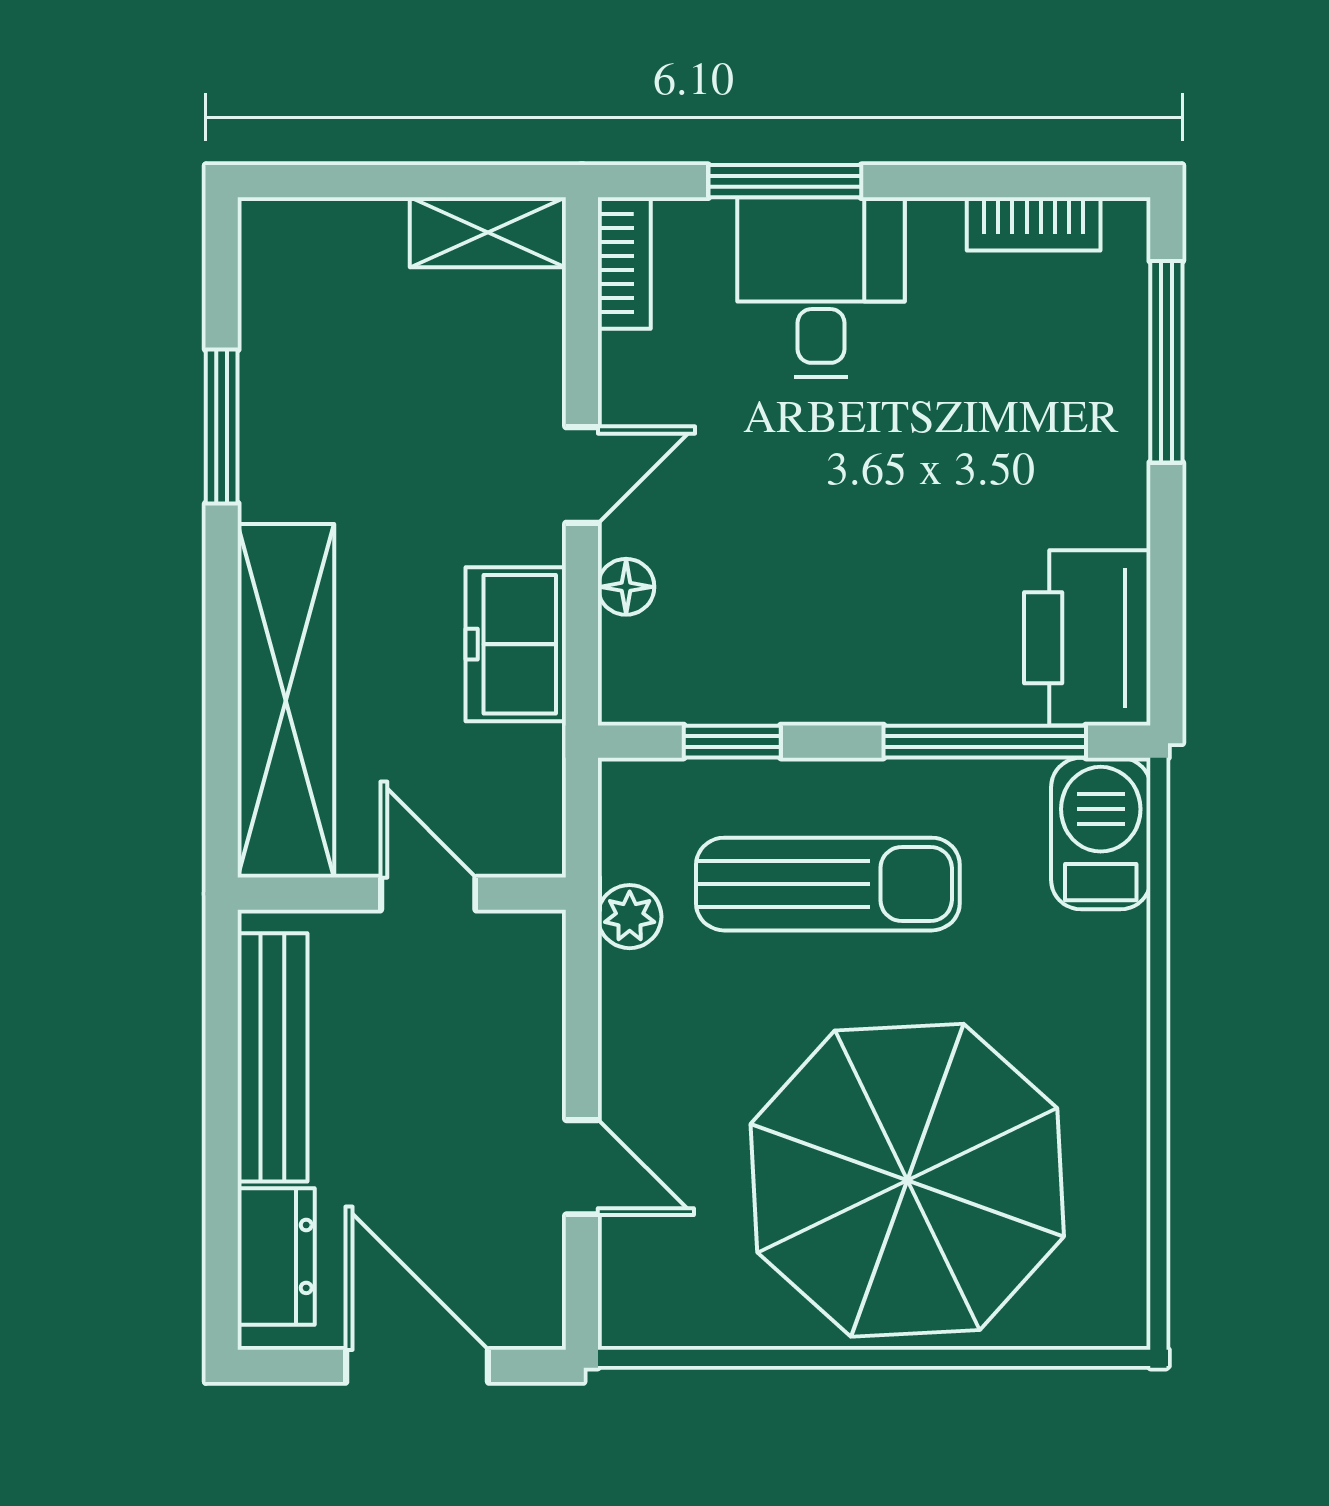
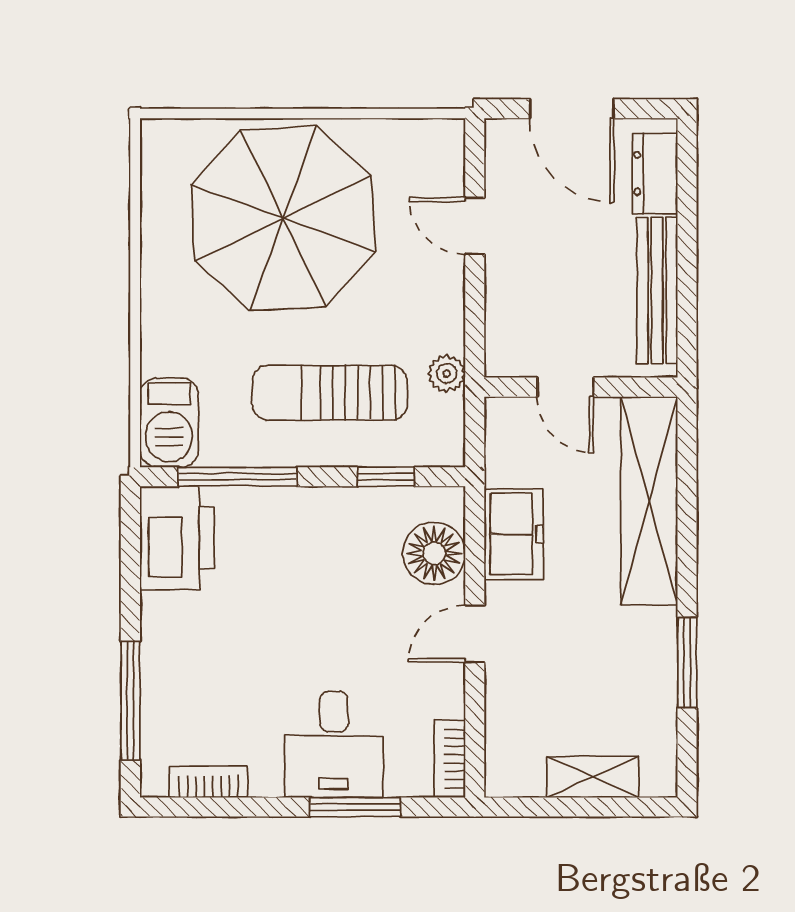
shelving: (488, 232) -> (593, 777), moved
floor lamp: (626, 587) -> (434, 553), width x1.89, depth x1.89

